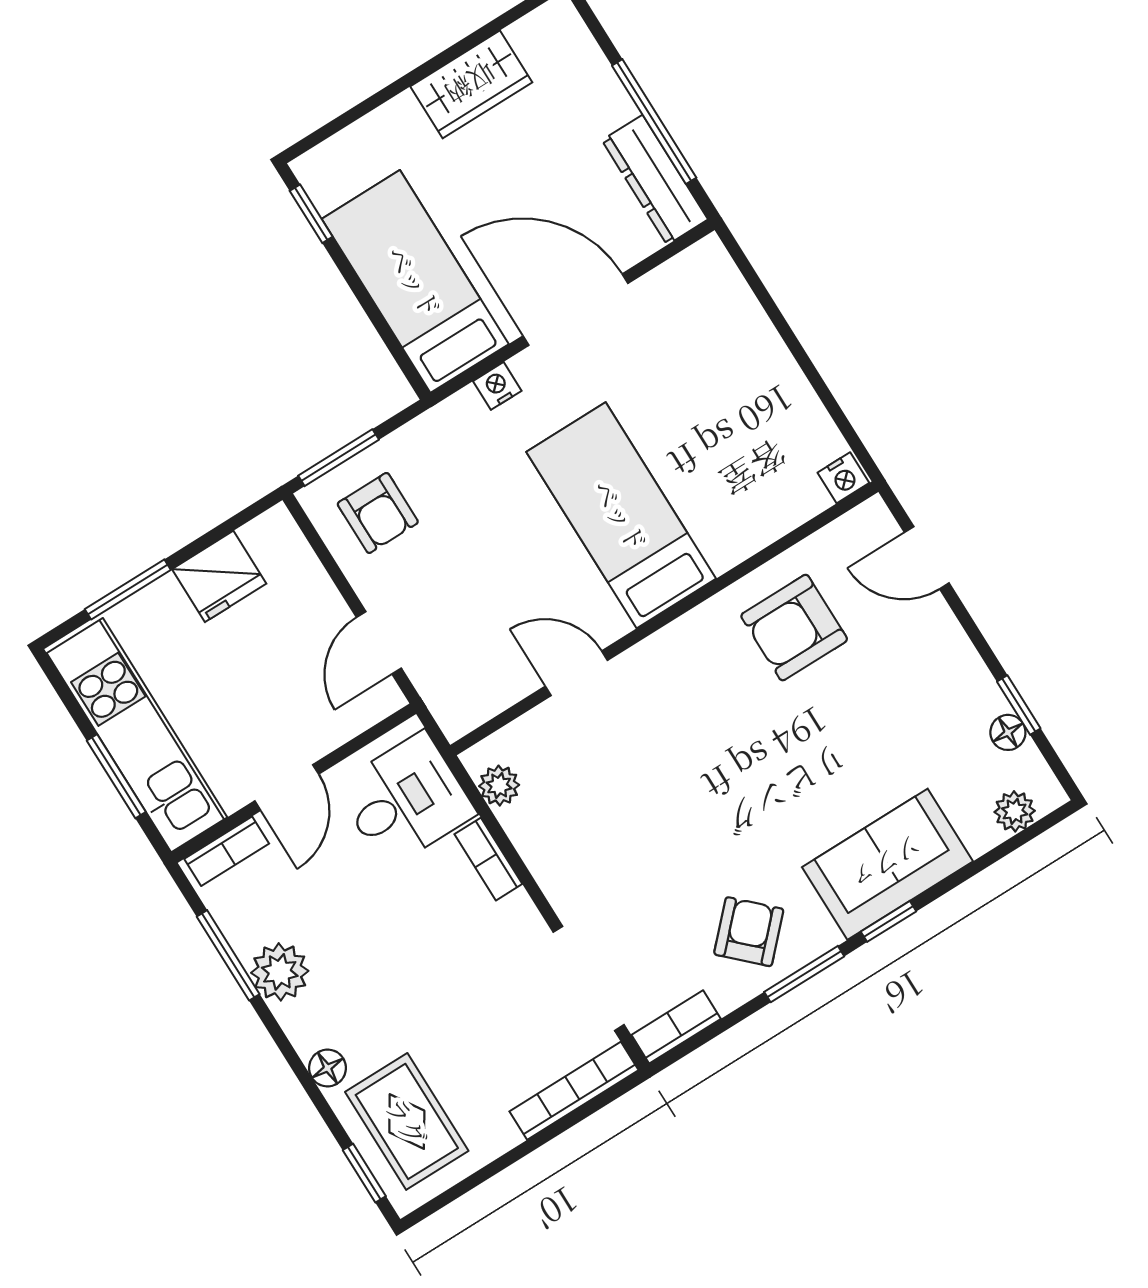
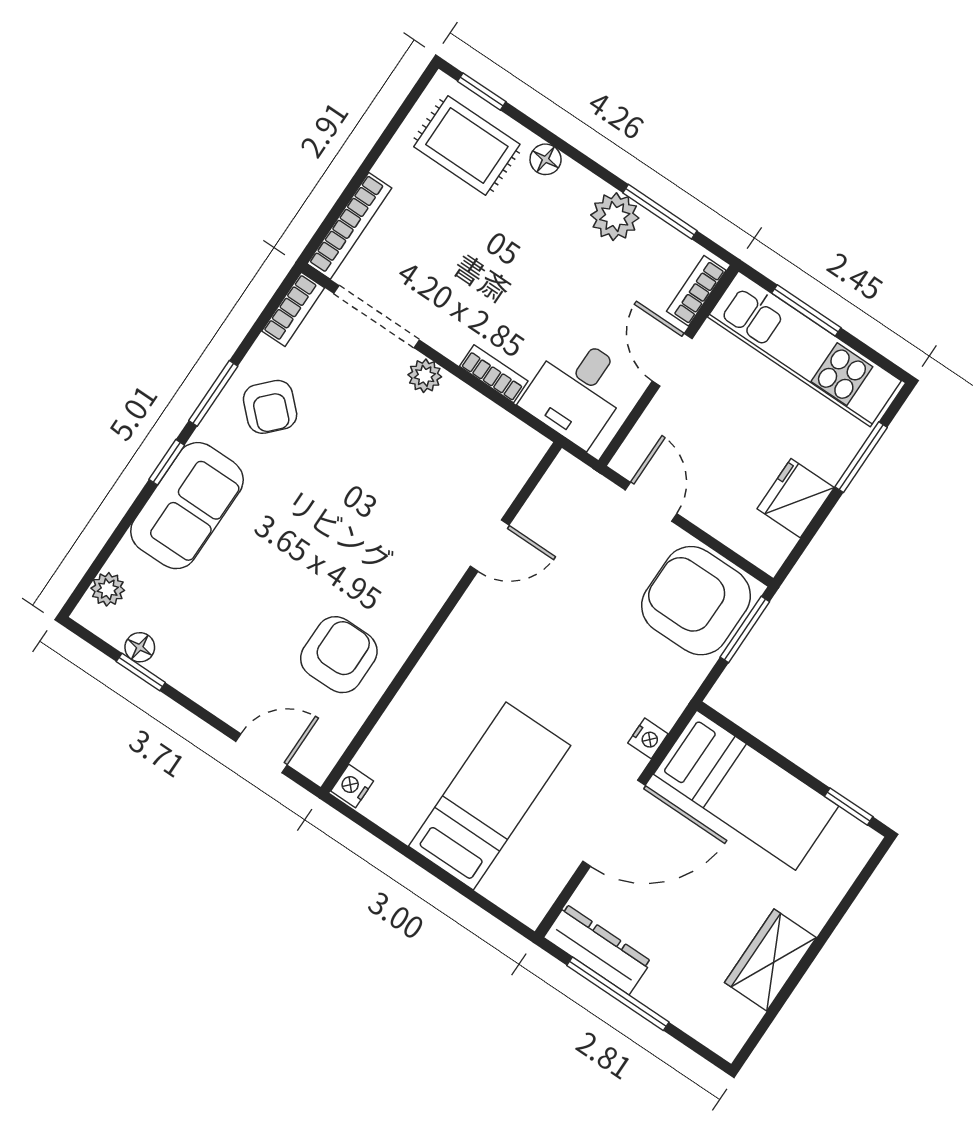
armchair: (378, 513) -> (696, 601), width x1.88, depth x1.88
bed: (621, 515) -> (490, 796), moved, turned -90
plant: (499, 786) -> (425, 376), moved

